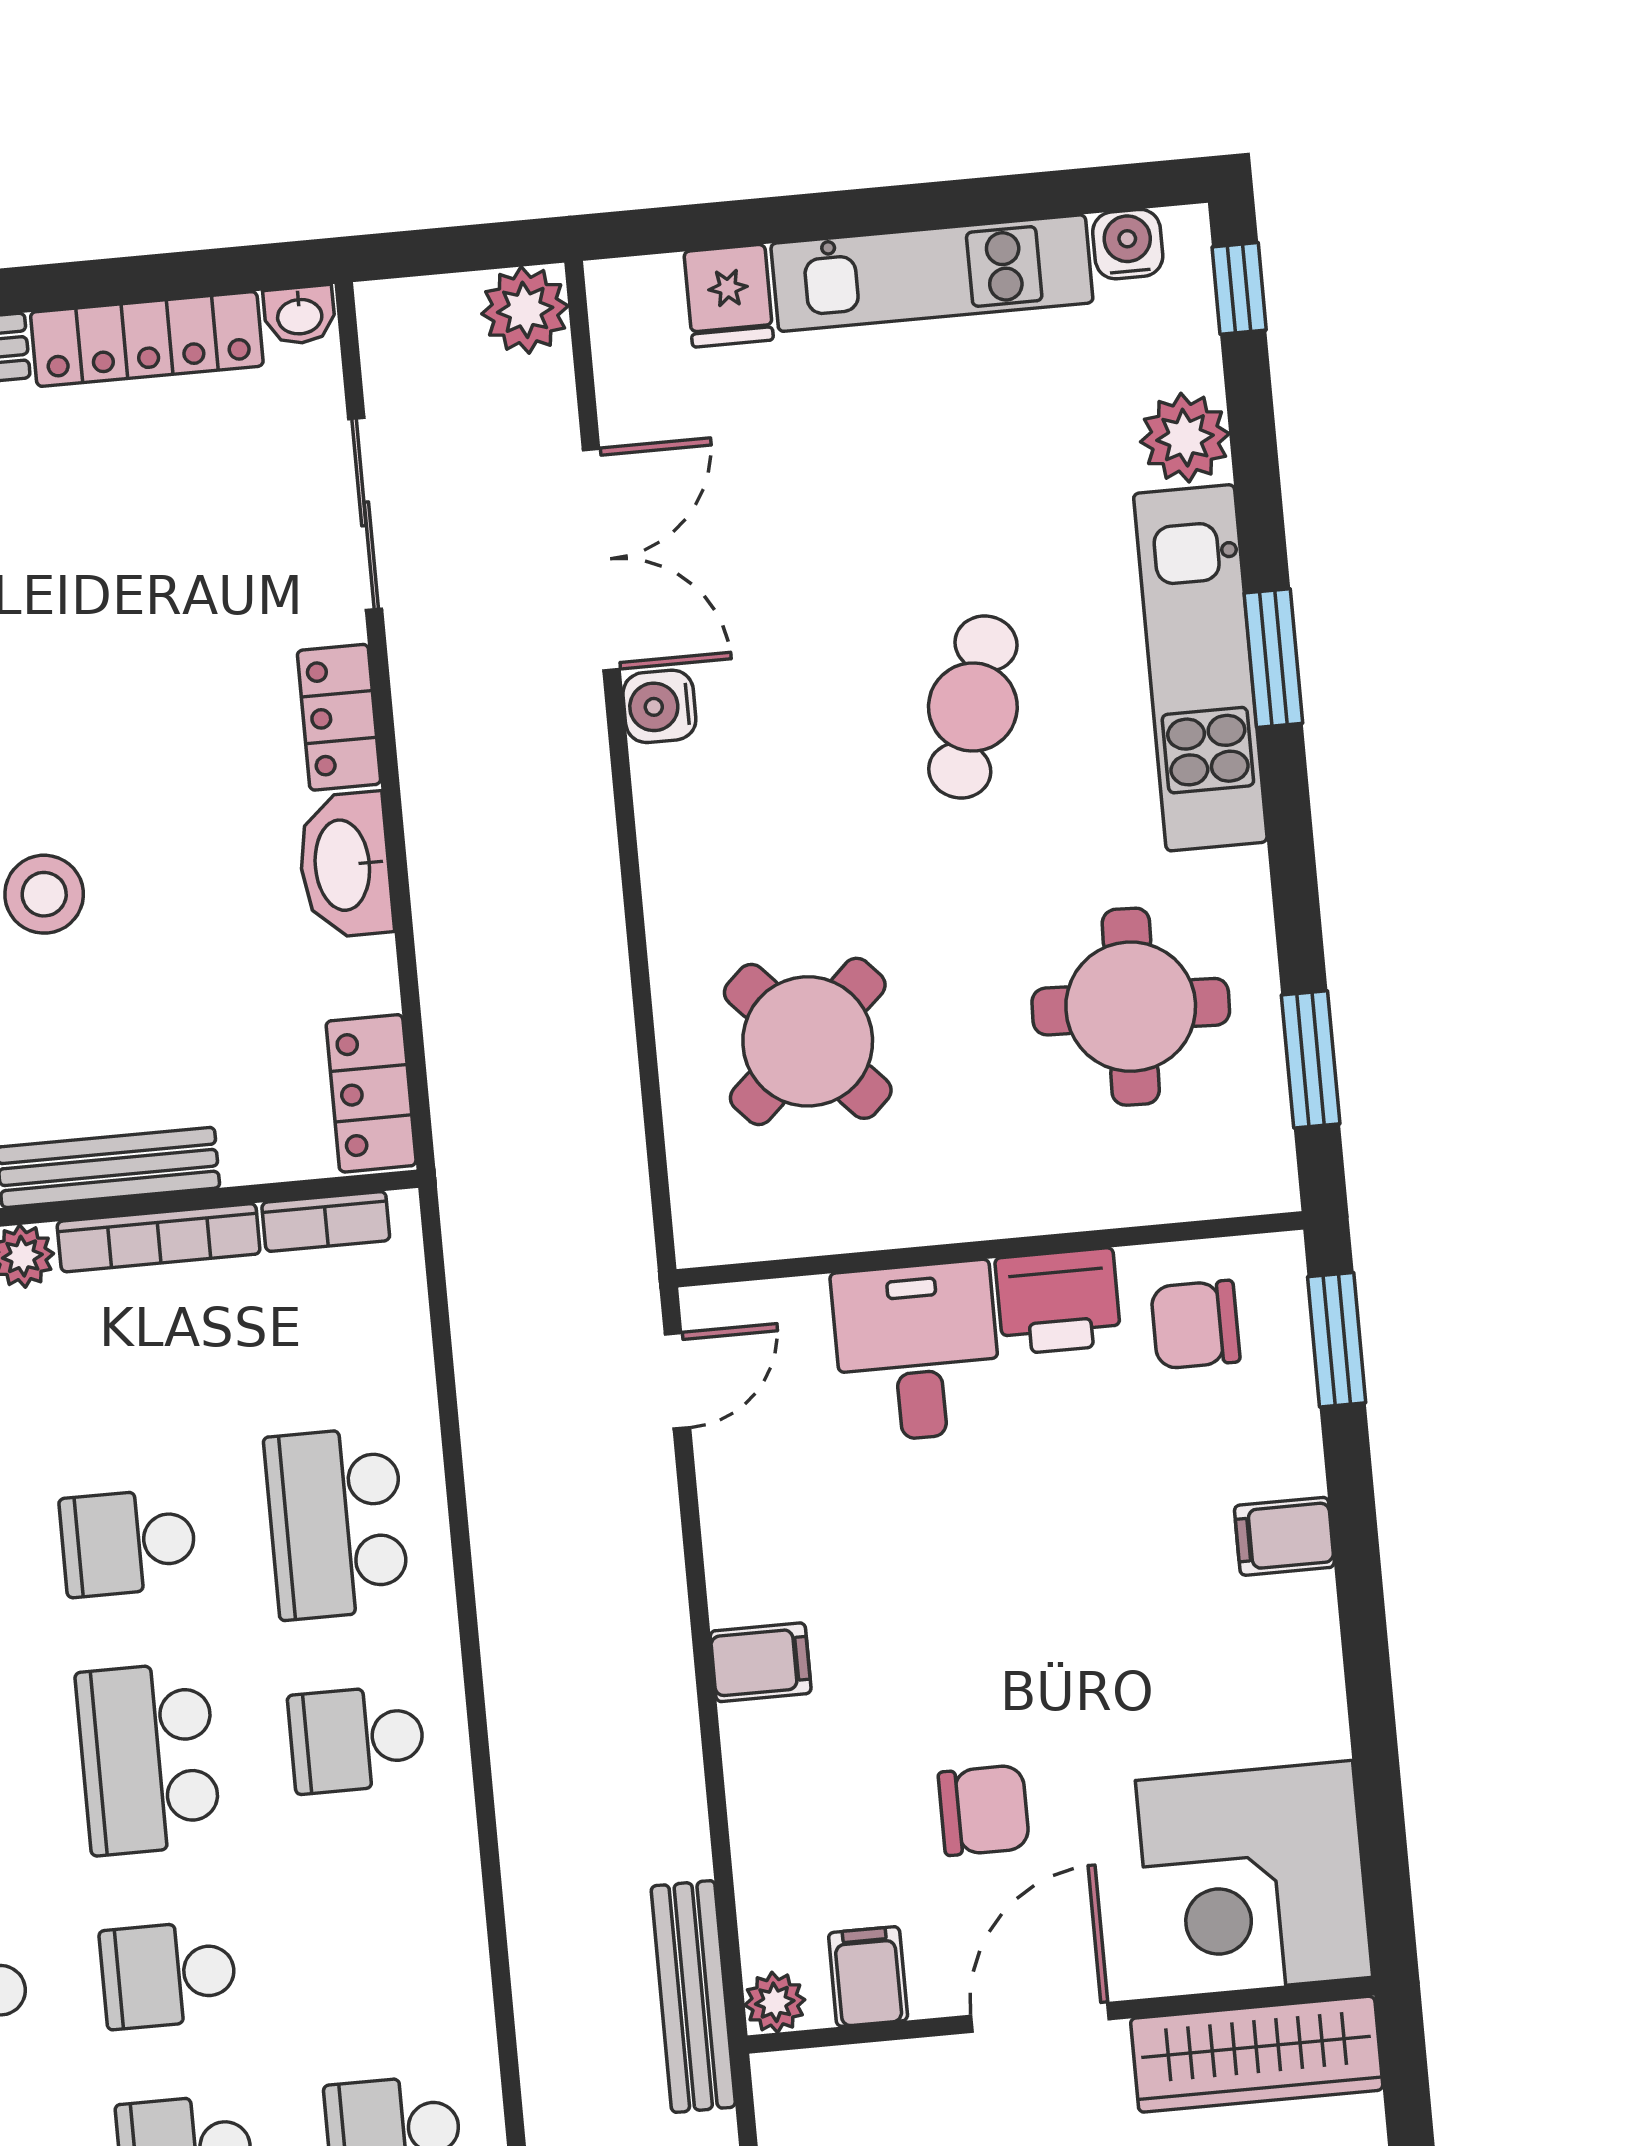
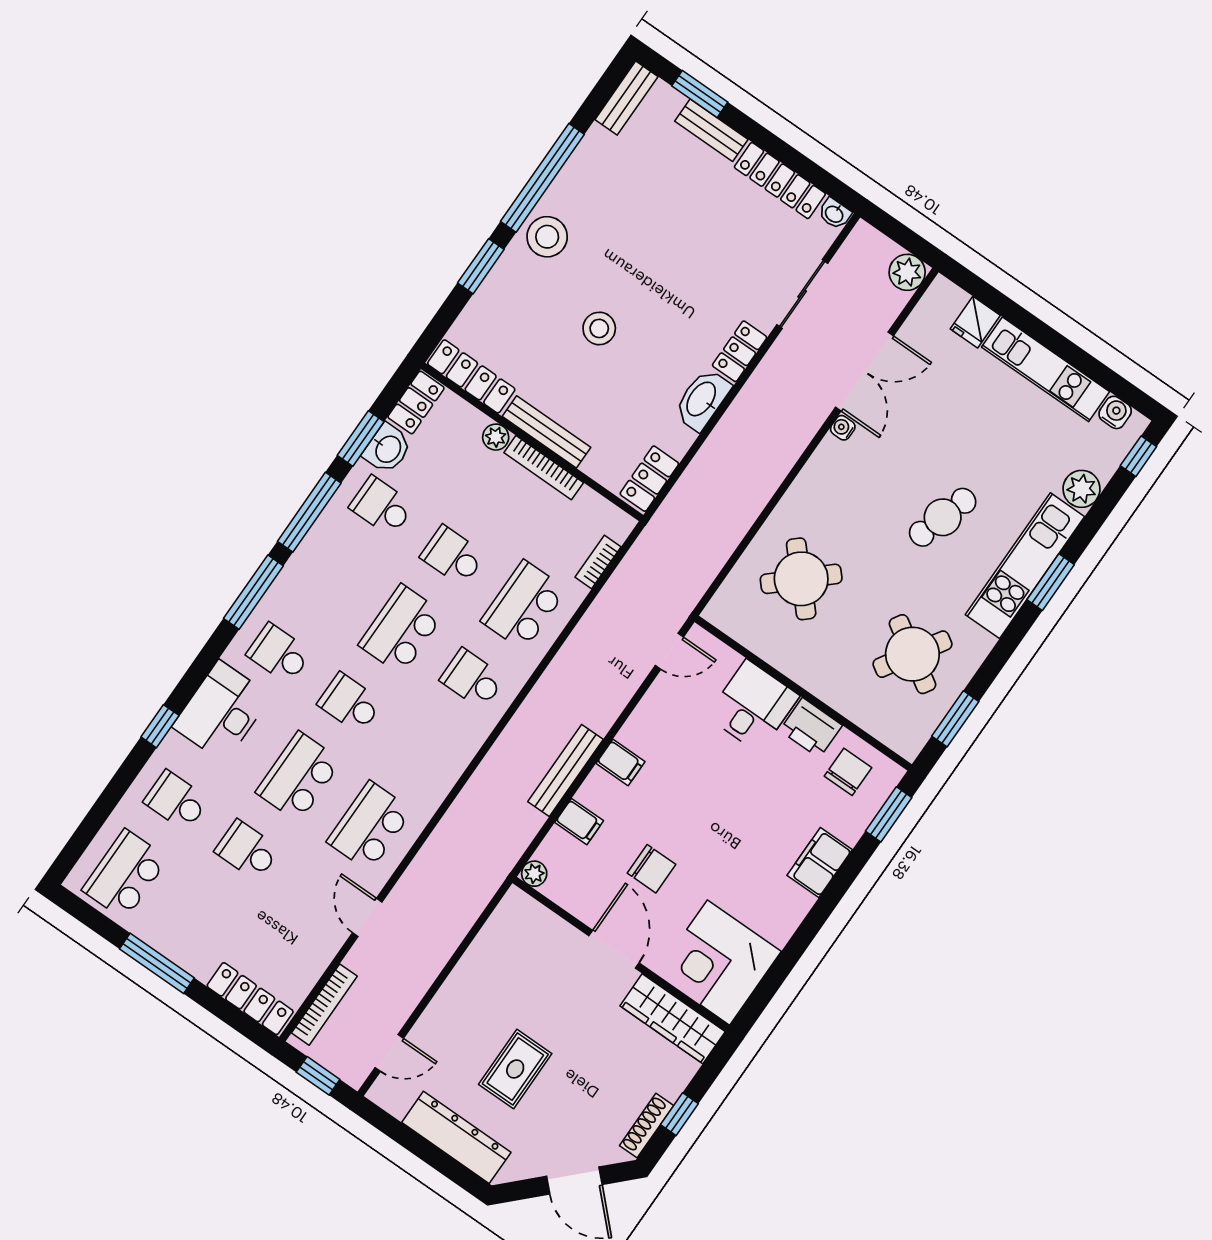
water cooler: (659, 706) -> (843, 428), width x0.72, depth x0.72
round table: (1131, 1007) -> (912, 654), turned 30
bookcase: (326, 1221) -> (598, 562), moved, turned 90
chair: (1195, 1325) -> (848, 772), turned 90
filing cabinet: (1284, 1536) -> (820, 862), width x2.00
filing cabinet: (868, 1977) -> (579, 822), moved, turned 90
bench: (693, 1997) -> (565, 770), moved
door: (1040, 2017) -> (614, 949), hinge flipped

